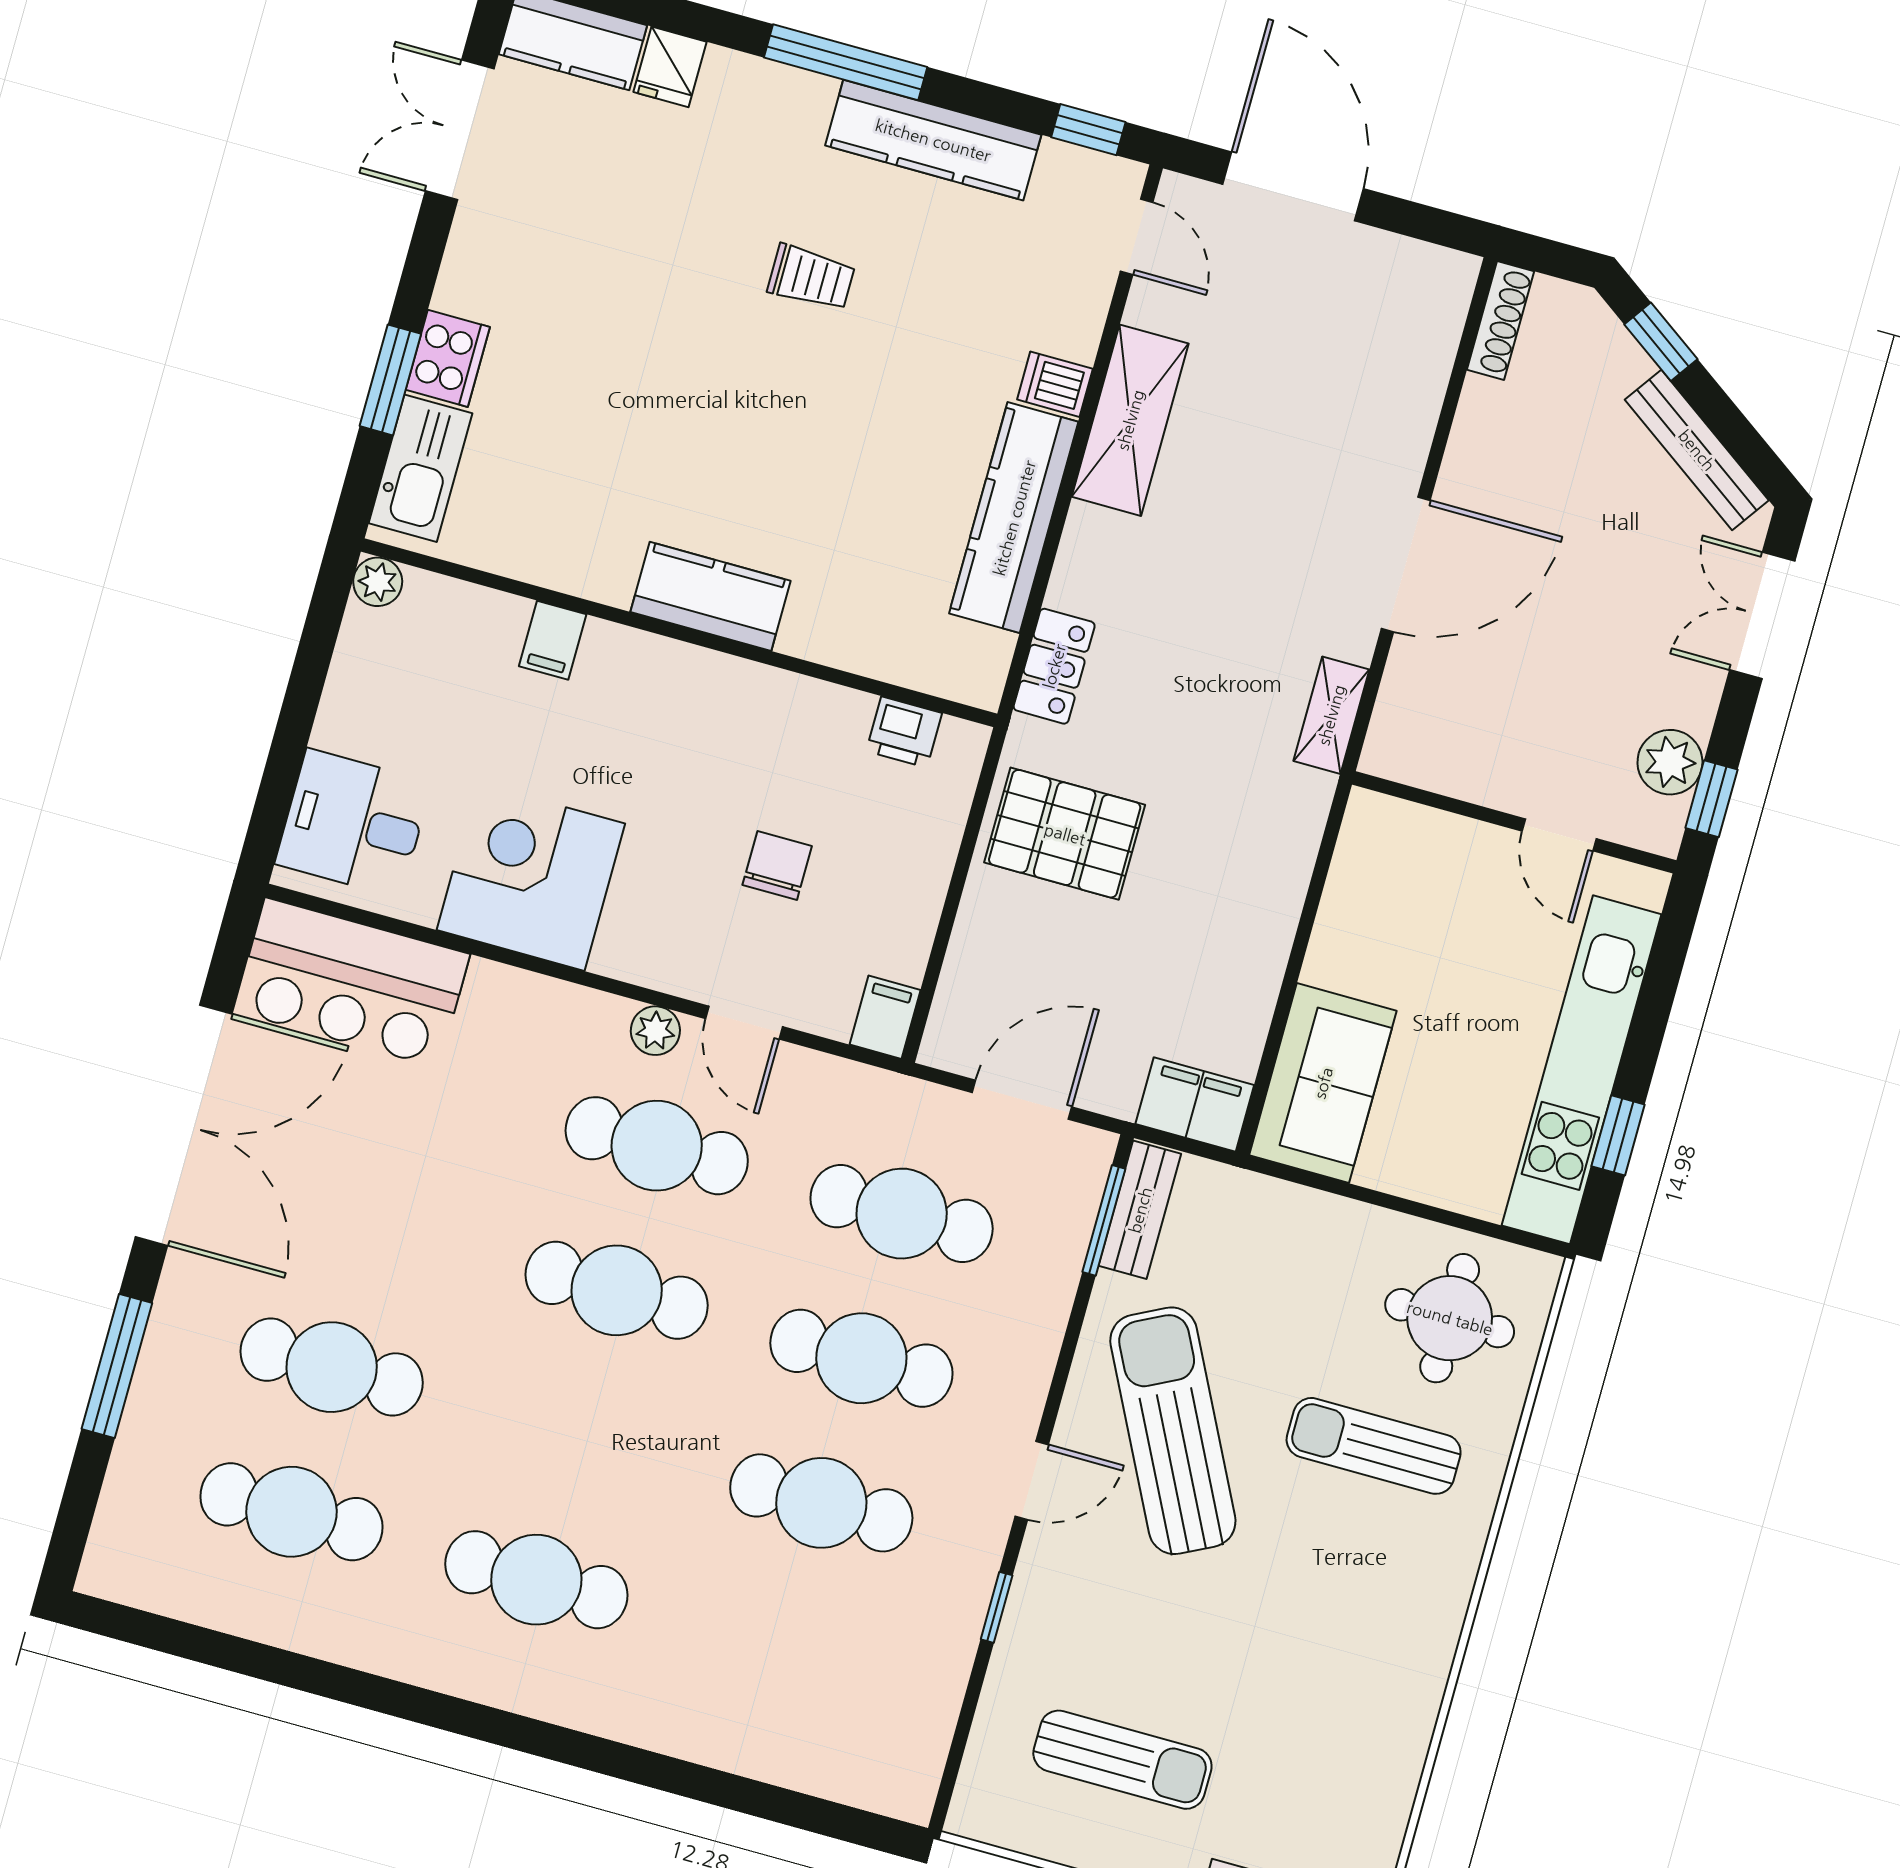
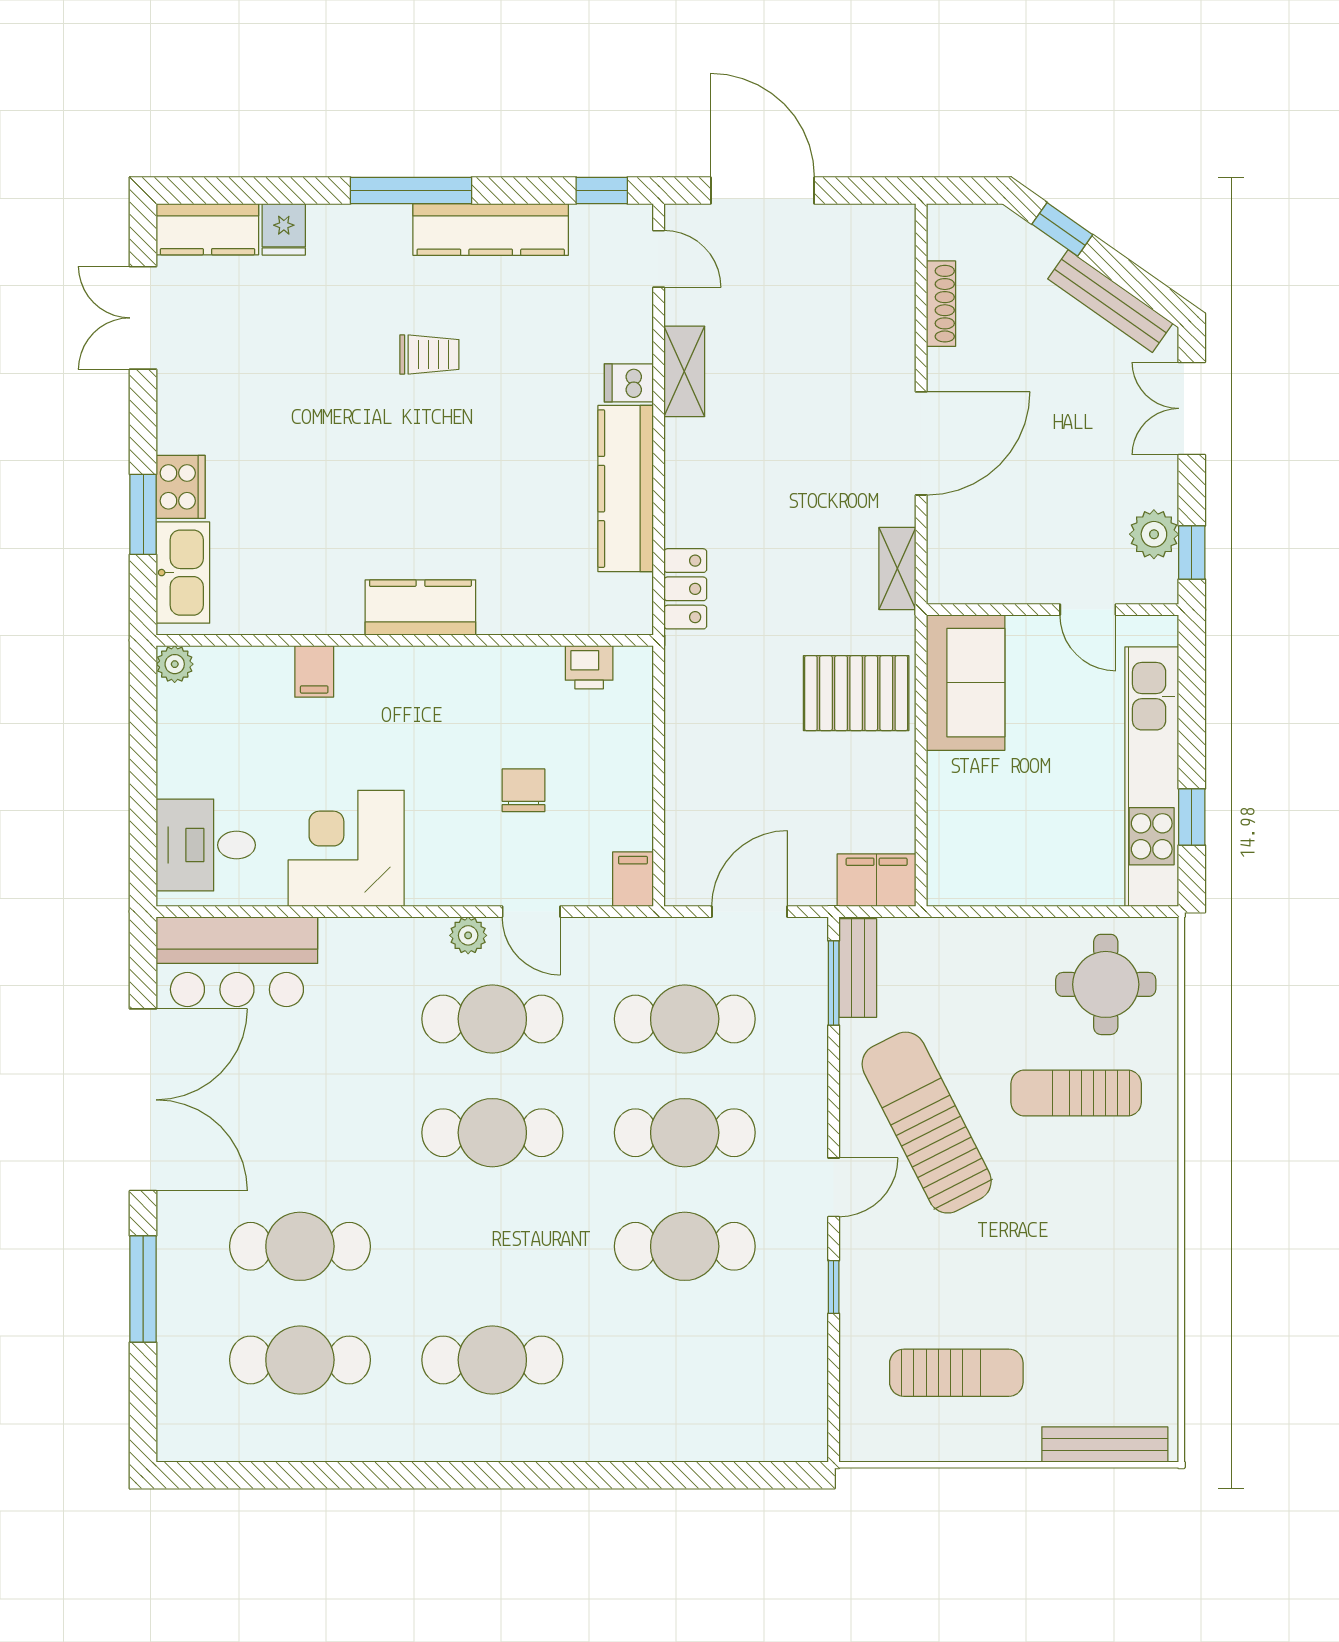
shoe rack: (1500, 321) -> (941, 304), moved
shelving: (1130, 420) -> (684, 371), width x0.67, depth x0.75
pallet: (1065, 834) -> (856, 693), moved
sofa: (1323, 1083) -> (966, 683), moved

